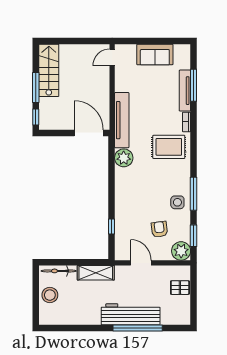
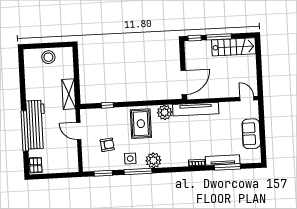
rug: (169, 147) -> (141, 124), moved
plant: (181, 251) -> (153, 160), moved
door: (141, 263) -> (79, 131), swing flipped
bicycle: (59, 271) -> (69, 63), removed
pallet: (180, 288) -> (36, 165), moved

